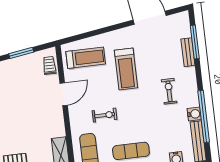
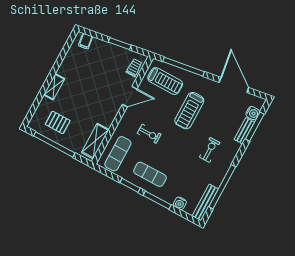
window: (93, 33) -> (184, 67), added
water cooler: (194, 114) -> (253, 113), moved

